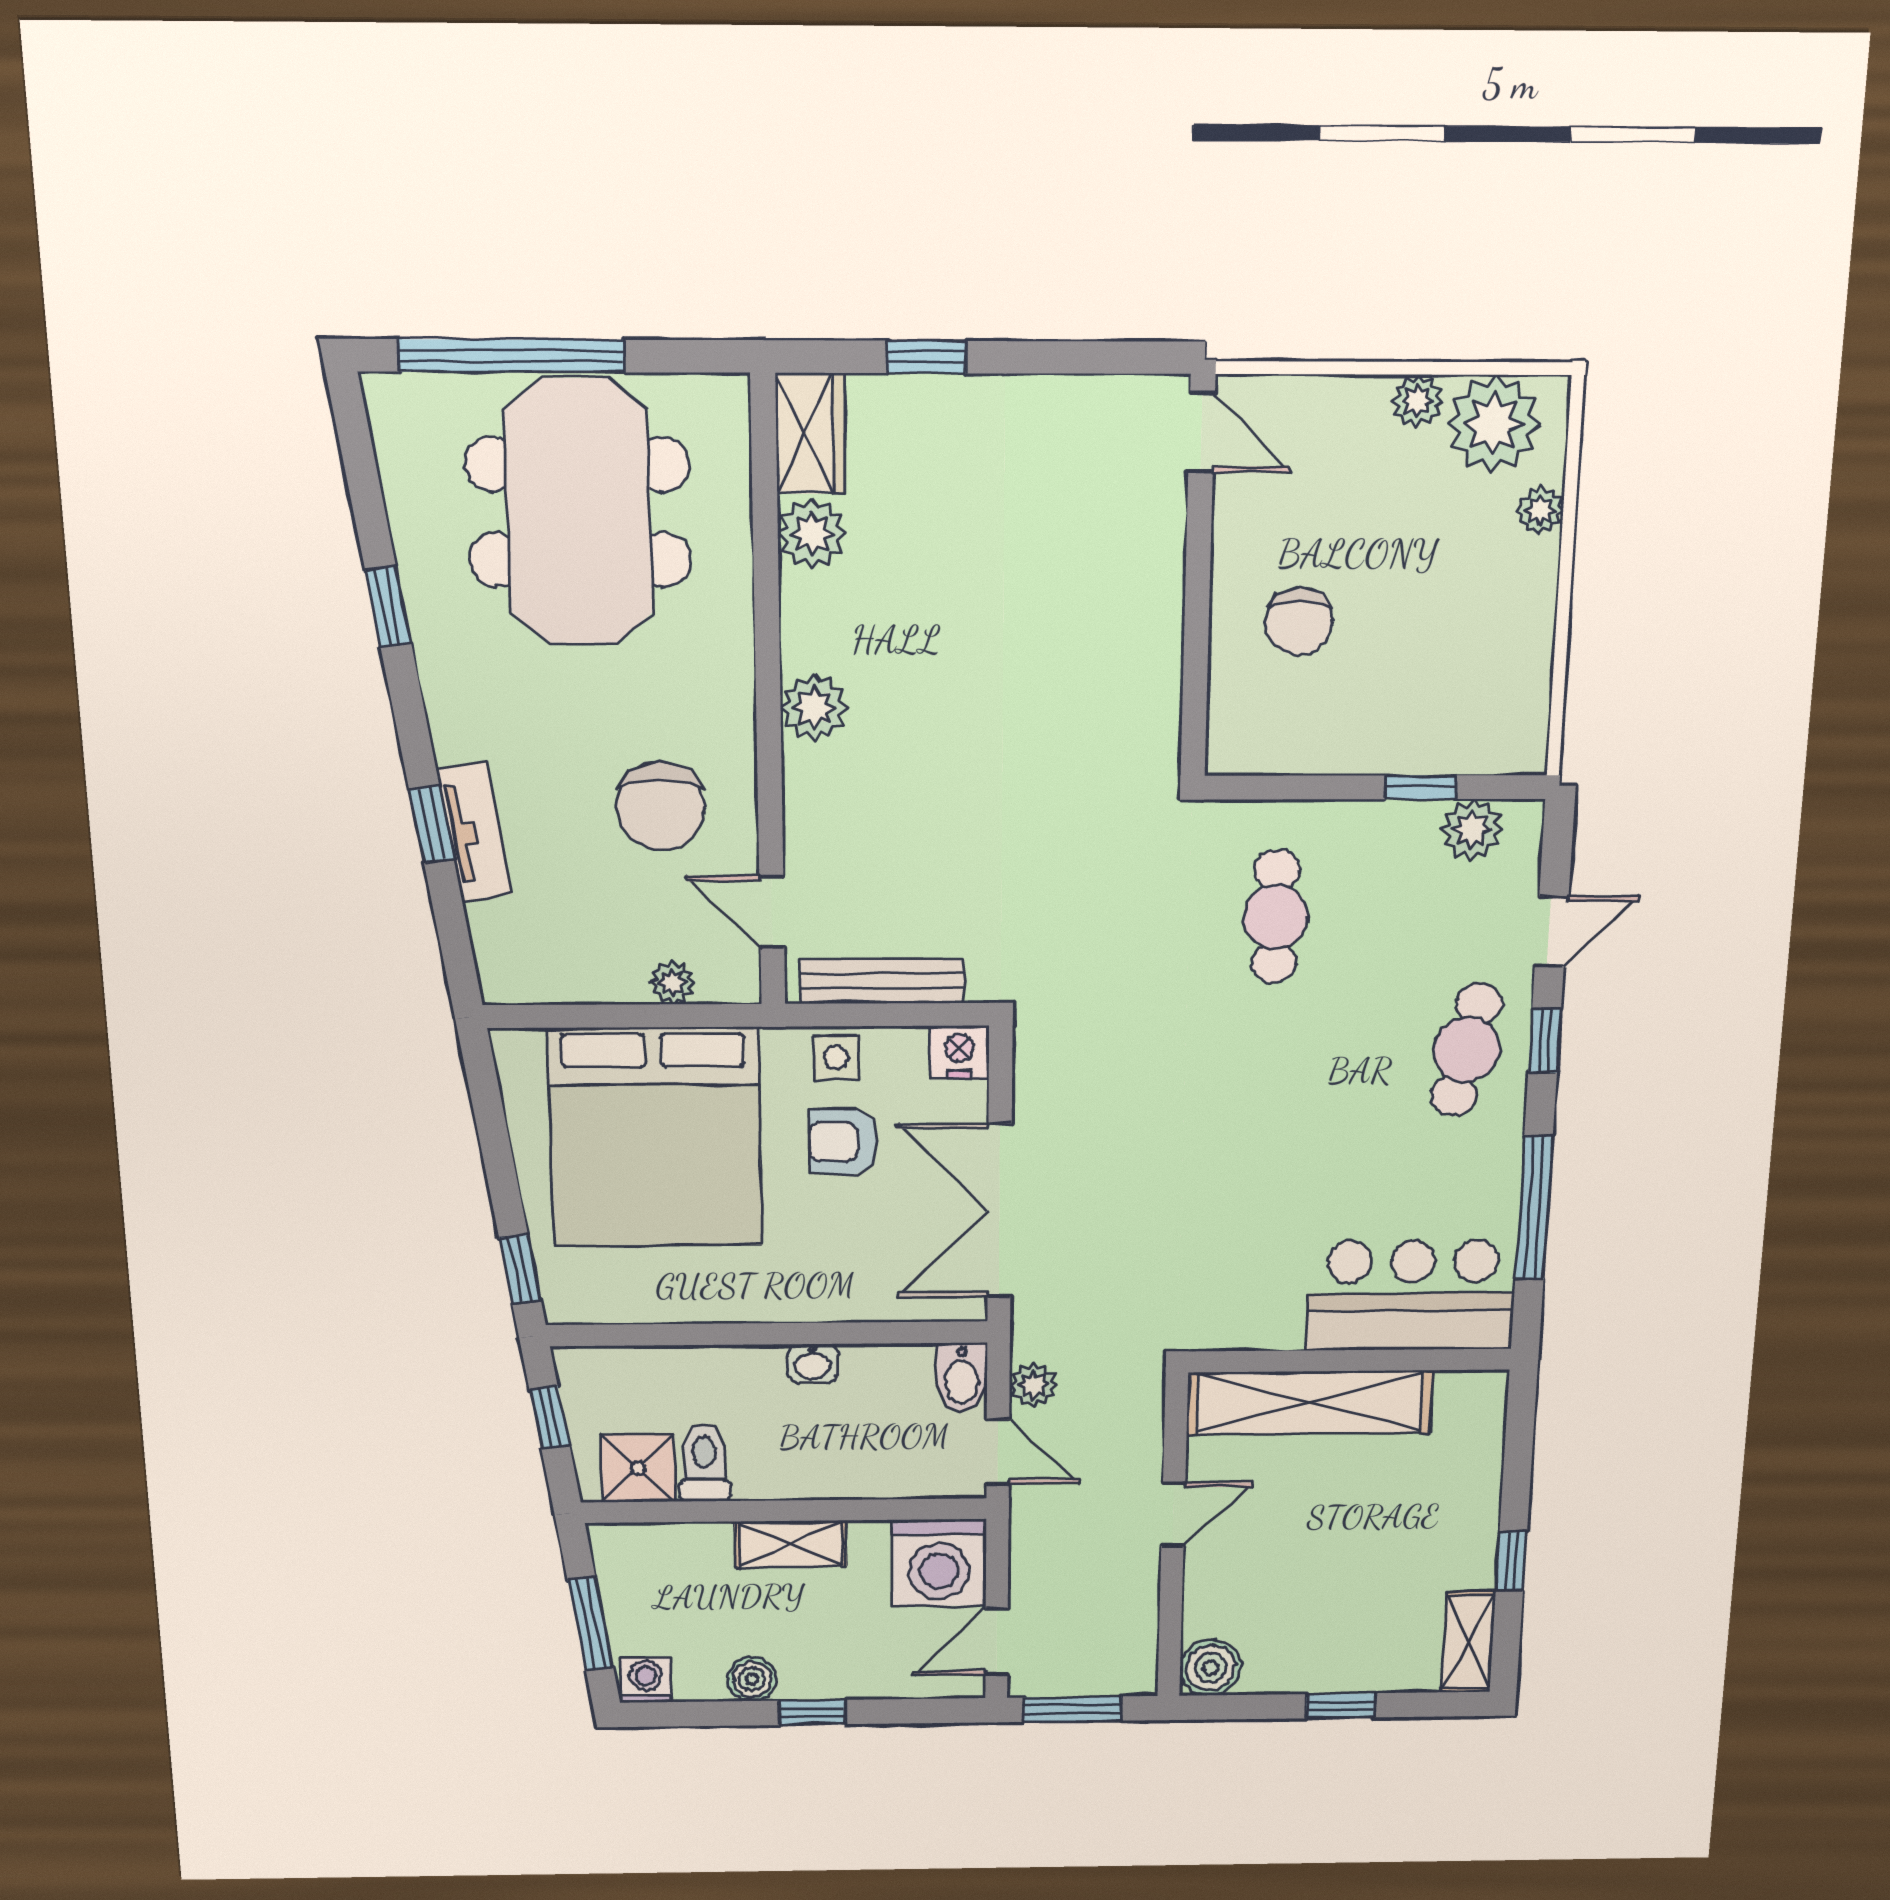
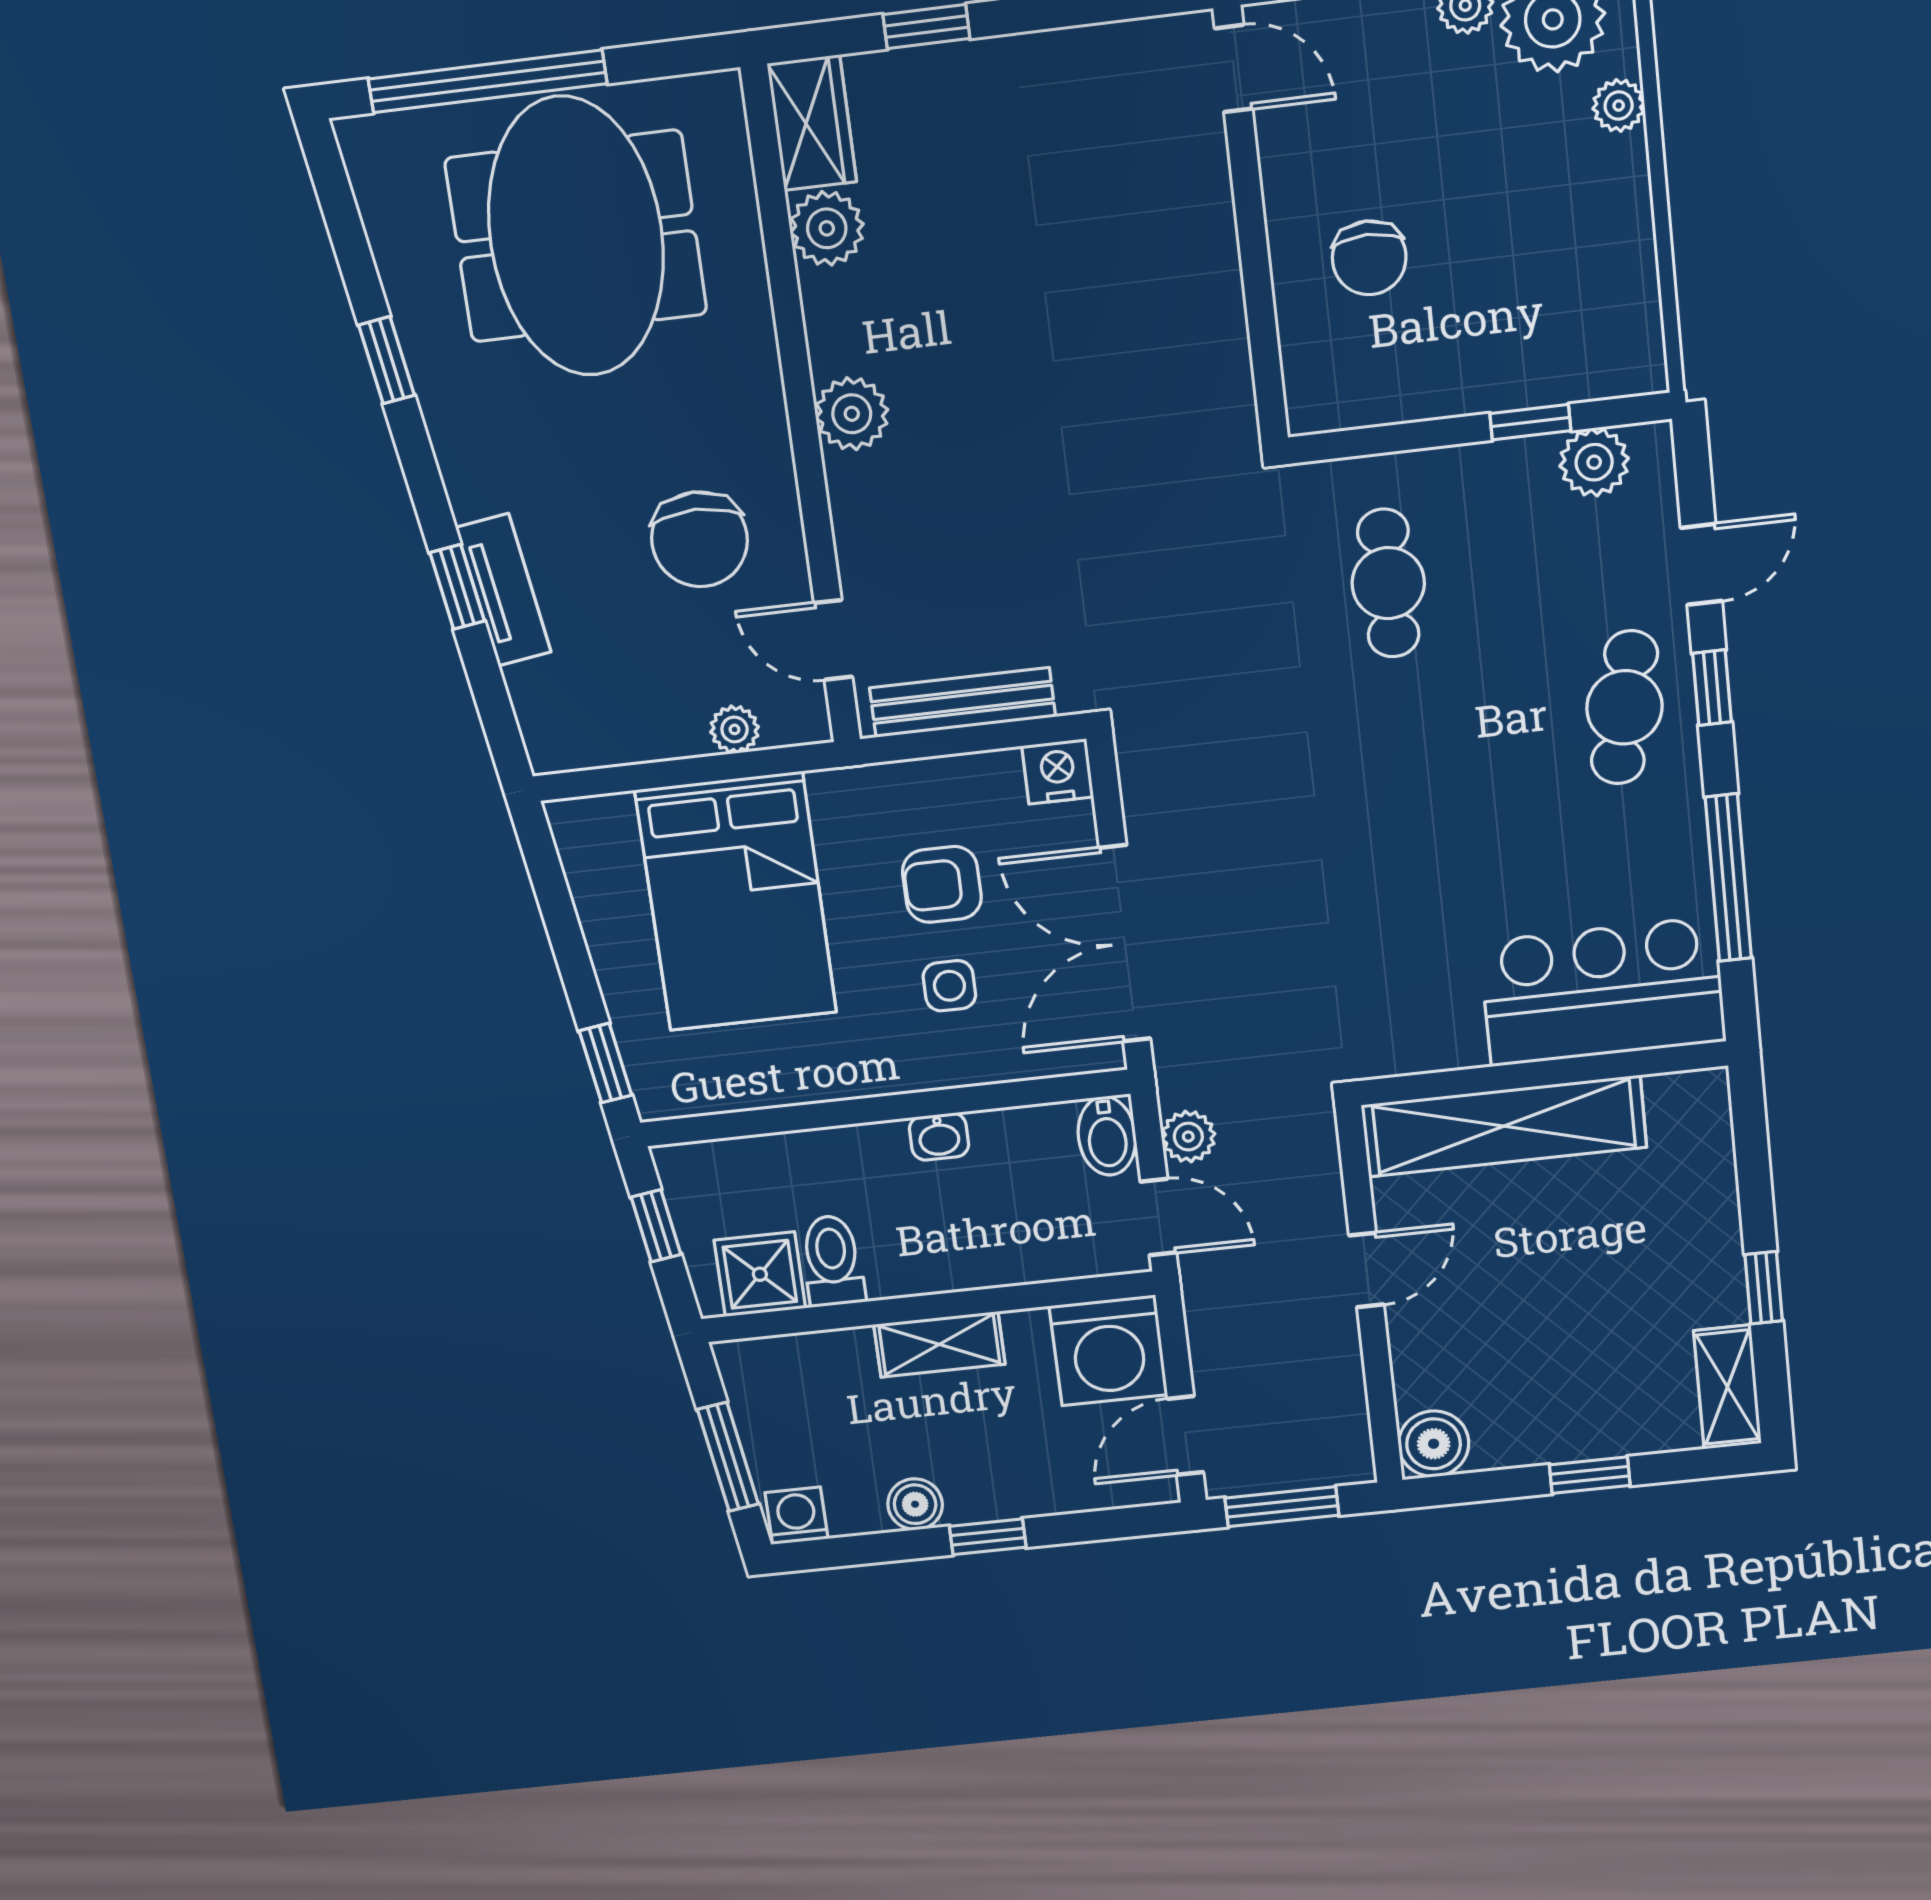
side table: (836, 1057) -> (949, 986), moved
bed: (655, 1137) -> (736, 902), width x0.73

